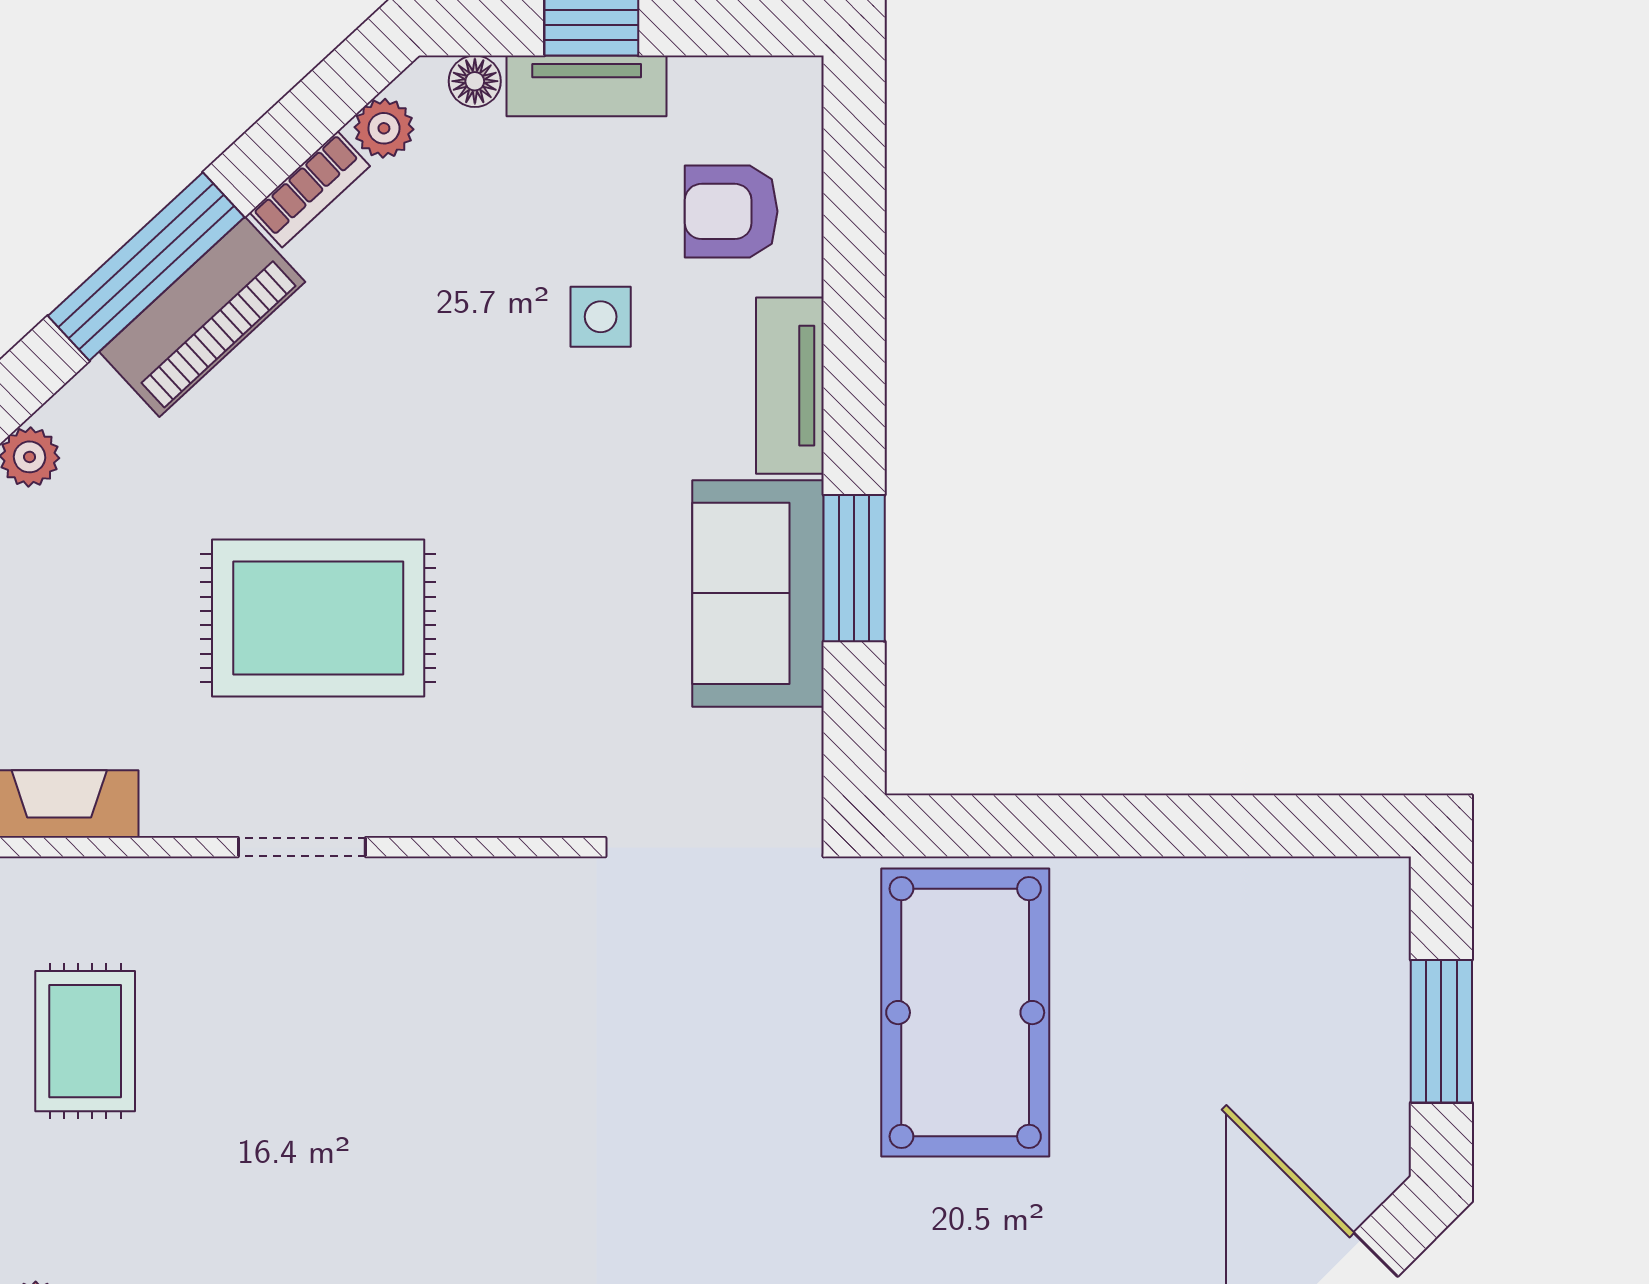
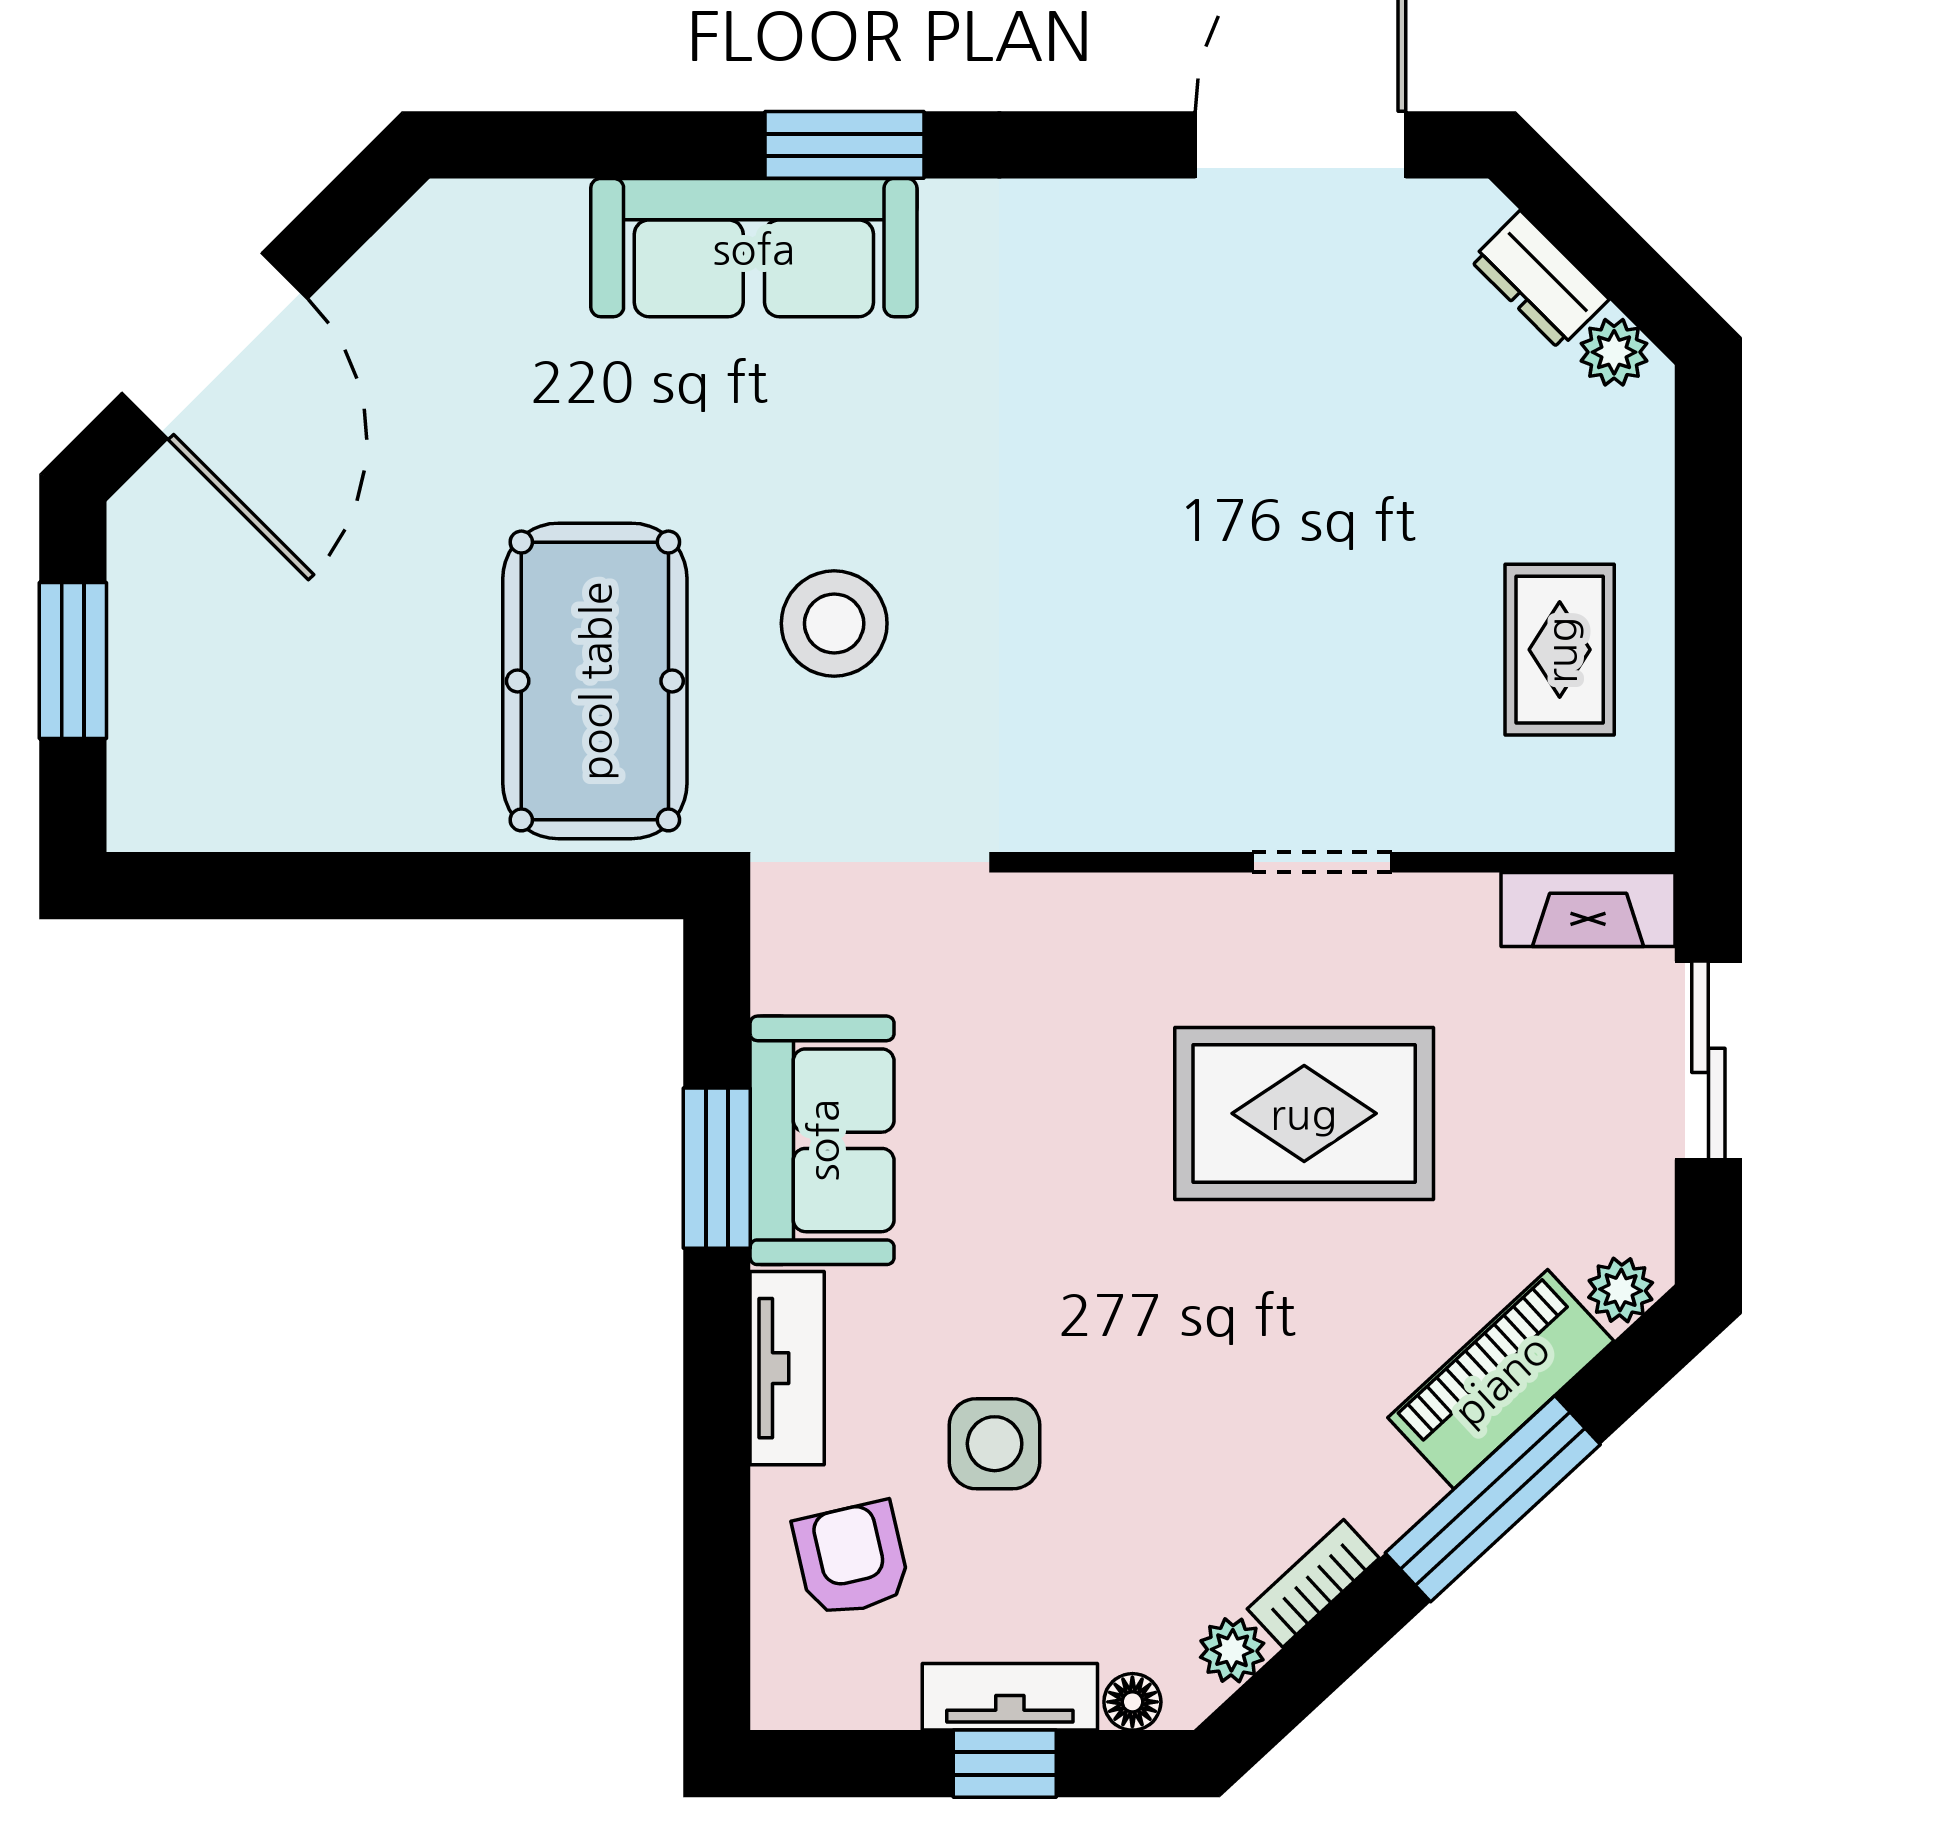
armchair: (731, 211) -> (852, 1559), turned -103
piano: (202, 317) -> (1501, 1379), moved
side table: (601, 317) -> (995, 1444), width x1.37, depth x1.37
stool: (747, 1065) -> (834, 623), added

